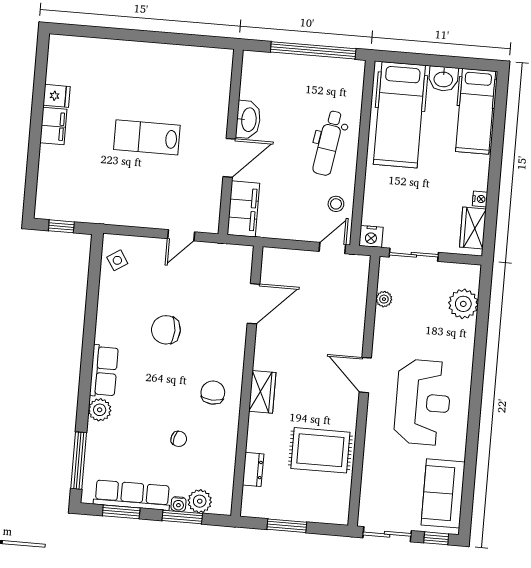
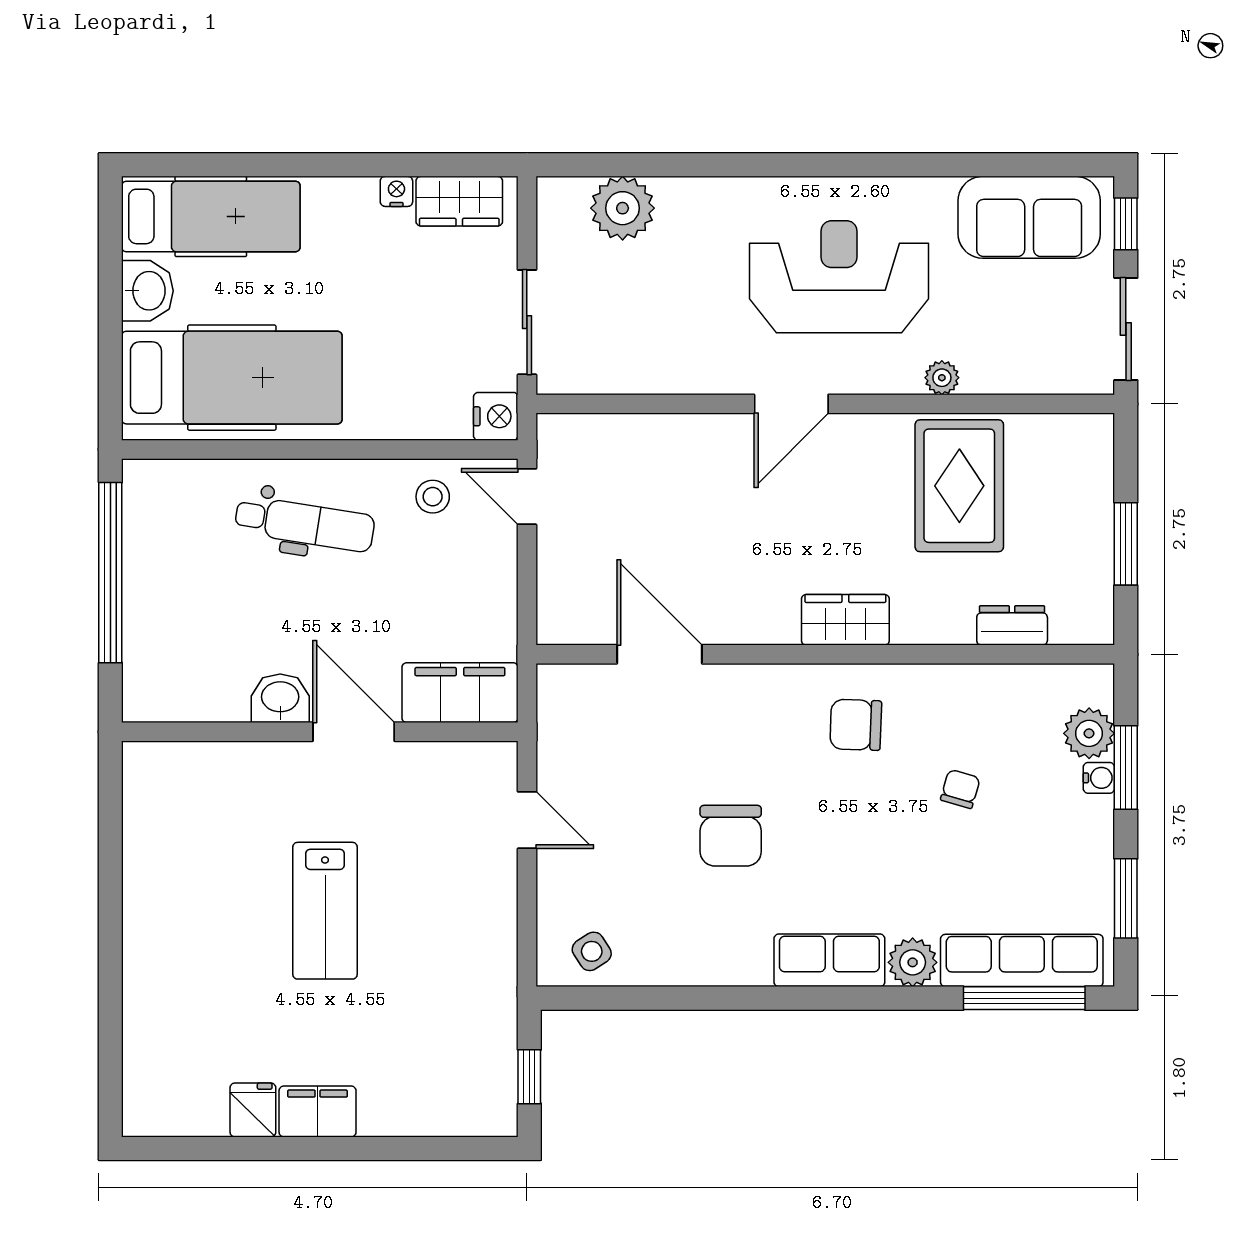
washbasin: (248, 120) -> (280, 698), width x0.72
plant: (384, 299) -> (942, 378), moved
row of seats: (132, 495) -> (1022, 960), moved, turned 90

